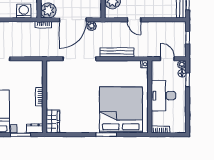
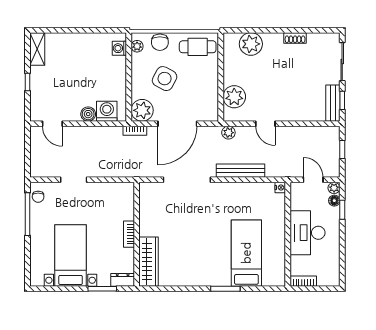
boiler: (11, 13) -> (88, 114), added
plant: (91, 26) -> (228, 133), moved
bed: (121, 110) -> (246, 253), width x0.49
wardrobe: (53, 122) -> (149, 262), width x1.50

